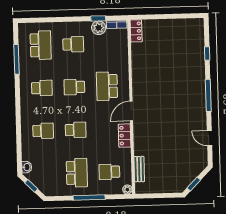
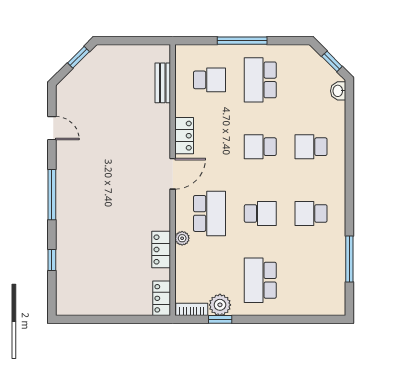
school desk: (73, 44) -> (260, 280), width x1.85
school desk: (41, 45) -> (311, 280), removed
locker: (137, 62) -> (161, 249), added
plant: (127, 189) -> (182, 238), moved

